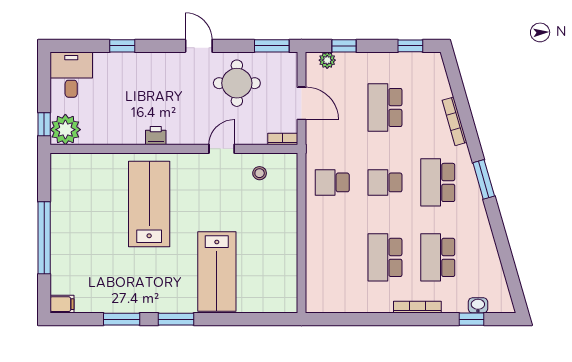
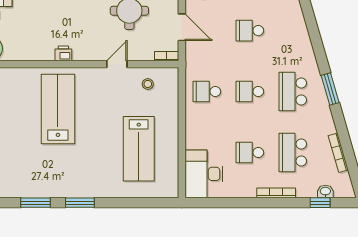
school desk: (385, 108) -> (250, 31), width x0.54
bookcase: (455, 121) -> (338, 153), moved
school desk: (385, 257) -> (250, 153), width x0.54
lab bench: (217, 271) -> (139, 149), moved
desk: (329, 284) -> (204, 174), added

